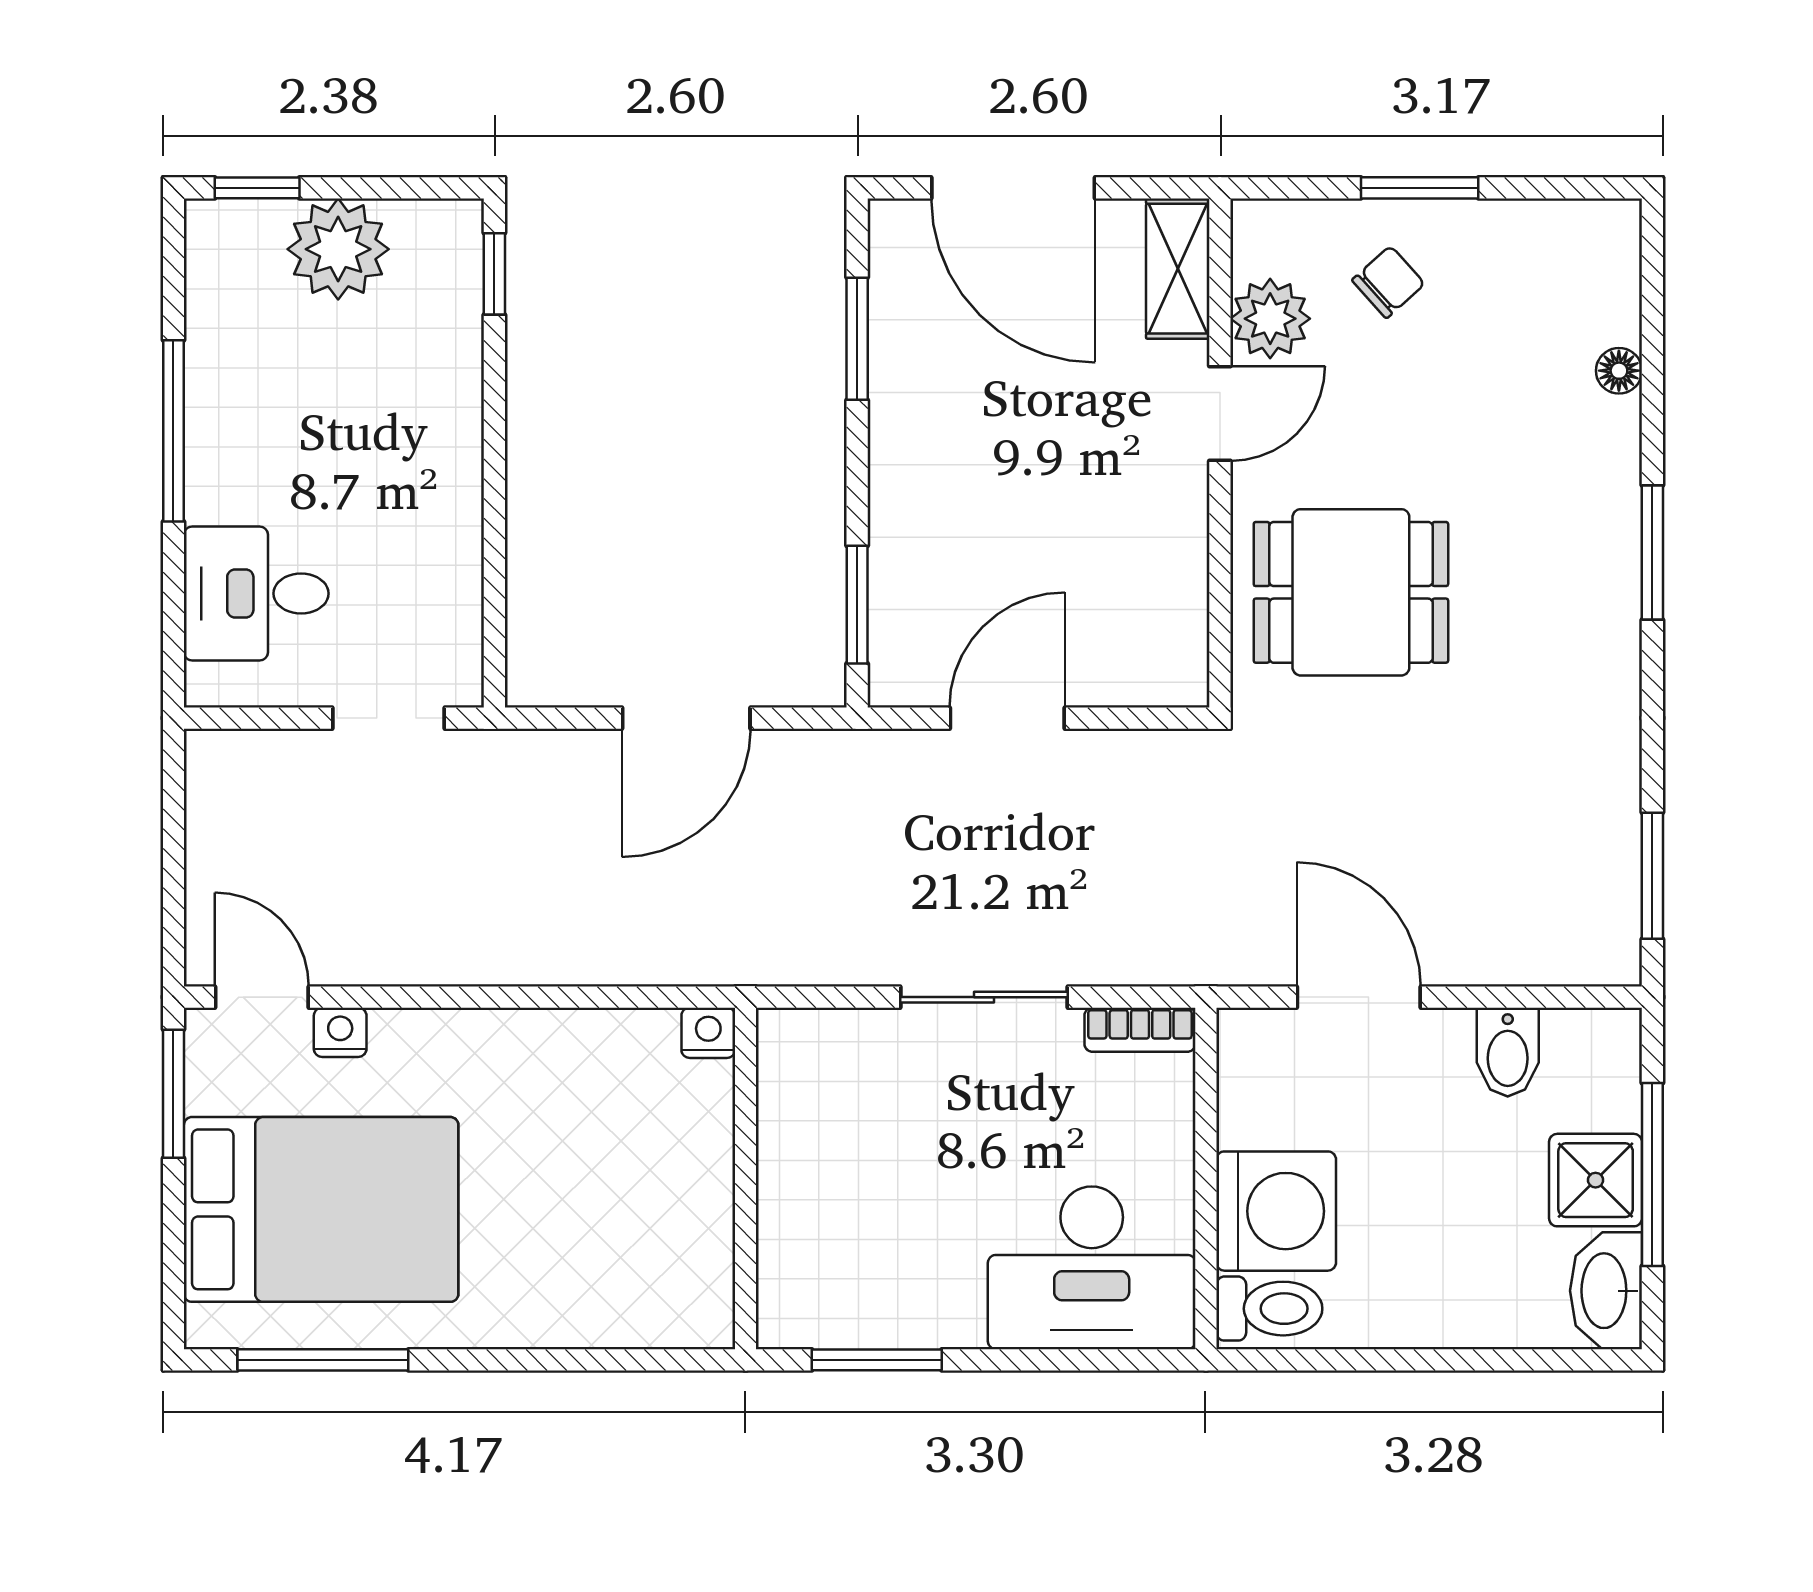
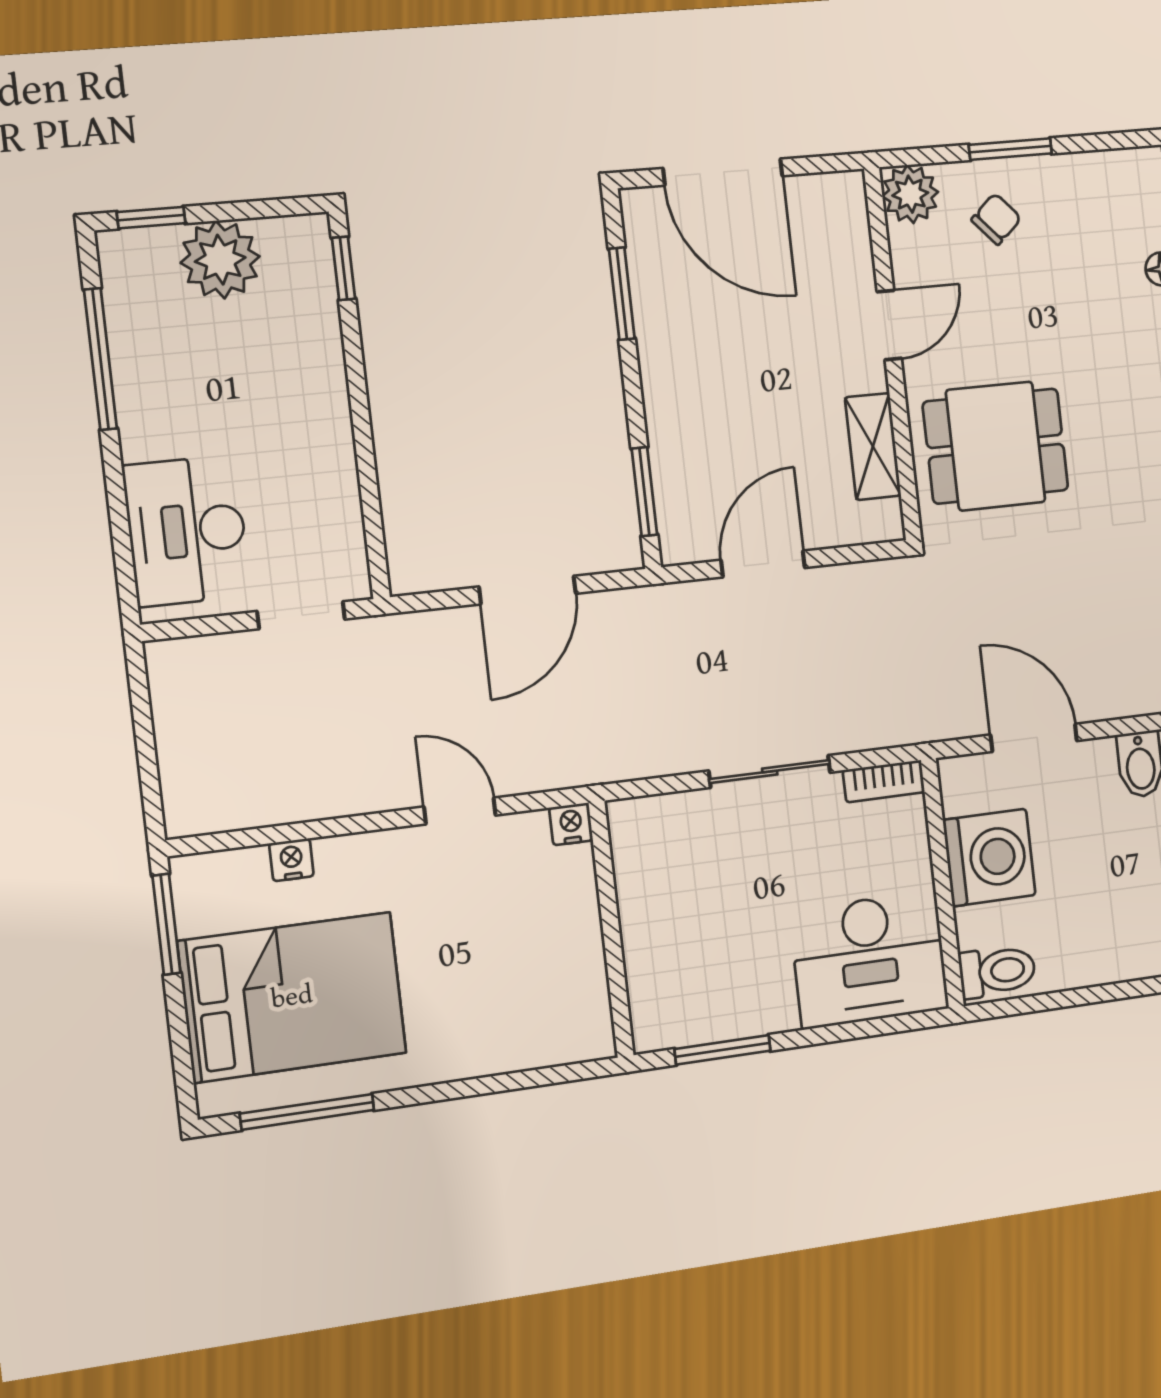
shelving: (1178, 269) -> (873, 446), moved
plant: (1270, 319) -> (910, 194), moved
window: (173, 431) -> (100, 359), moved
desk: (256, 593) -> (187, 531), width x1.37
door: (262, 997) -> (460, 811), moved
washing machine: (1276, 1211) -> (989, 858), moved

